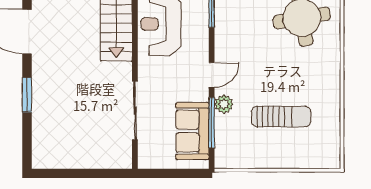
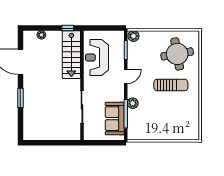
door: (212, 75) -> (126, 76), moved
sun lounger: (281, 117) -> (171, 85), moved

